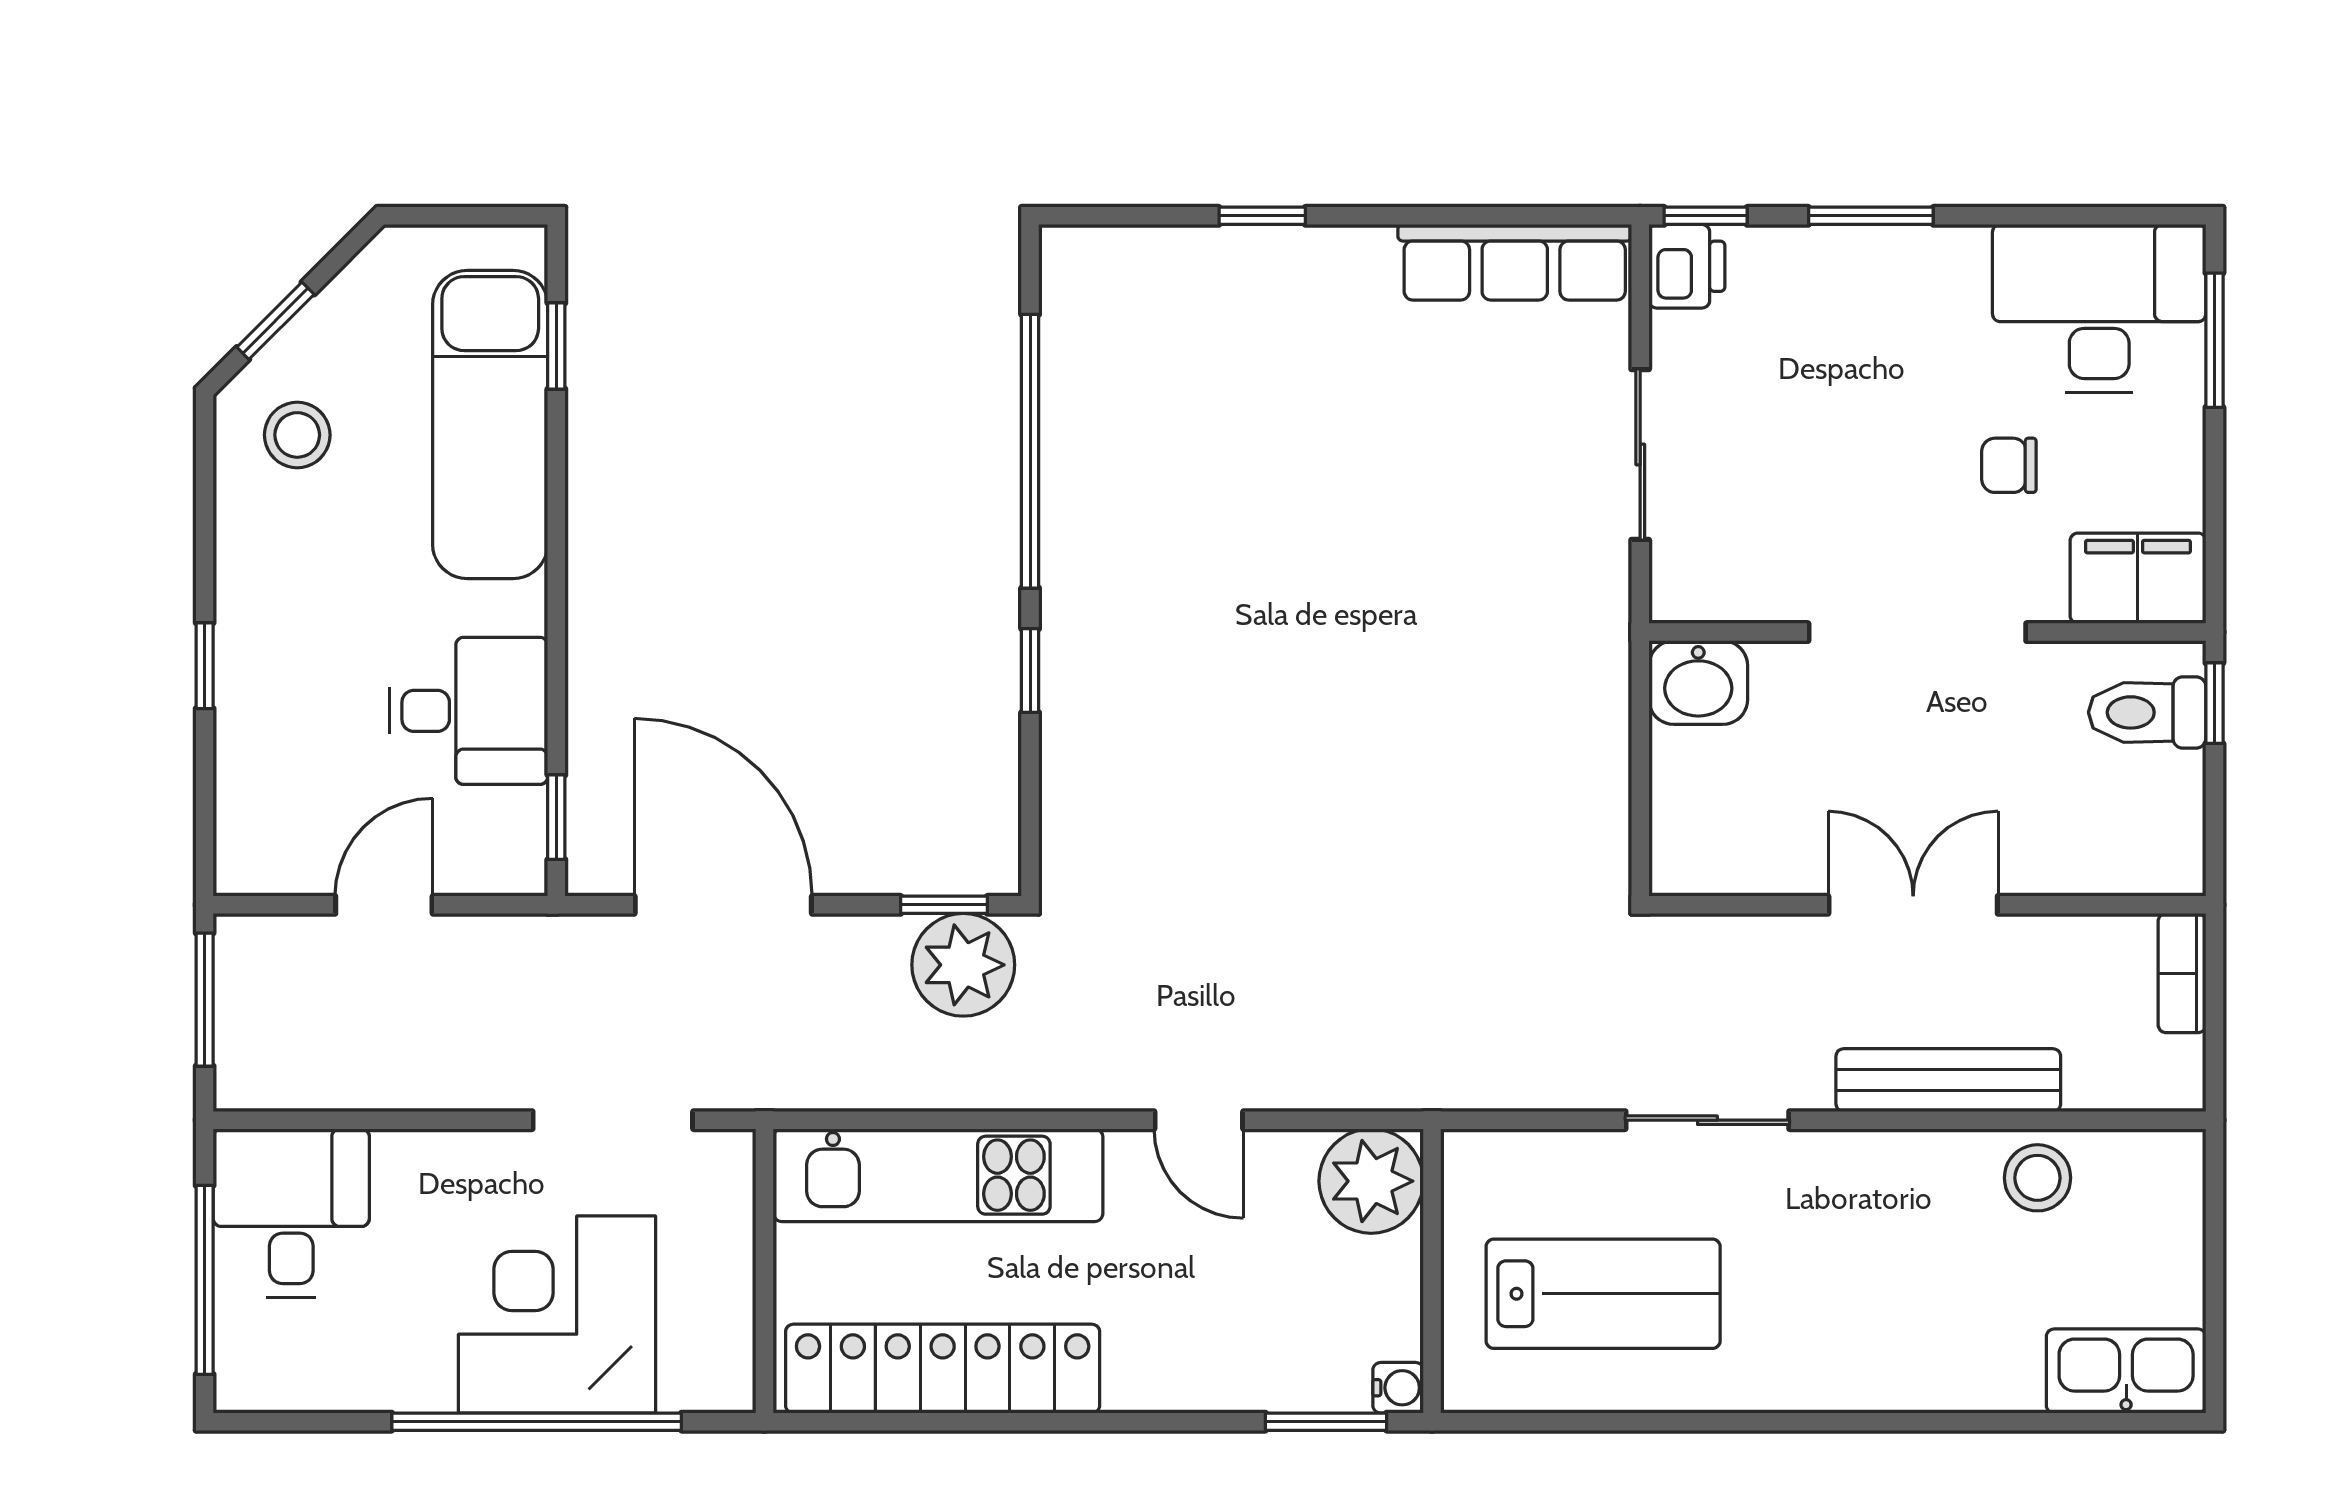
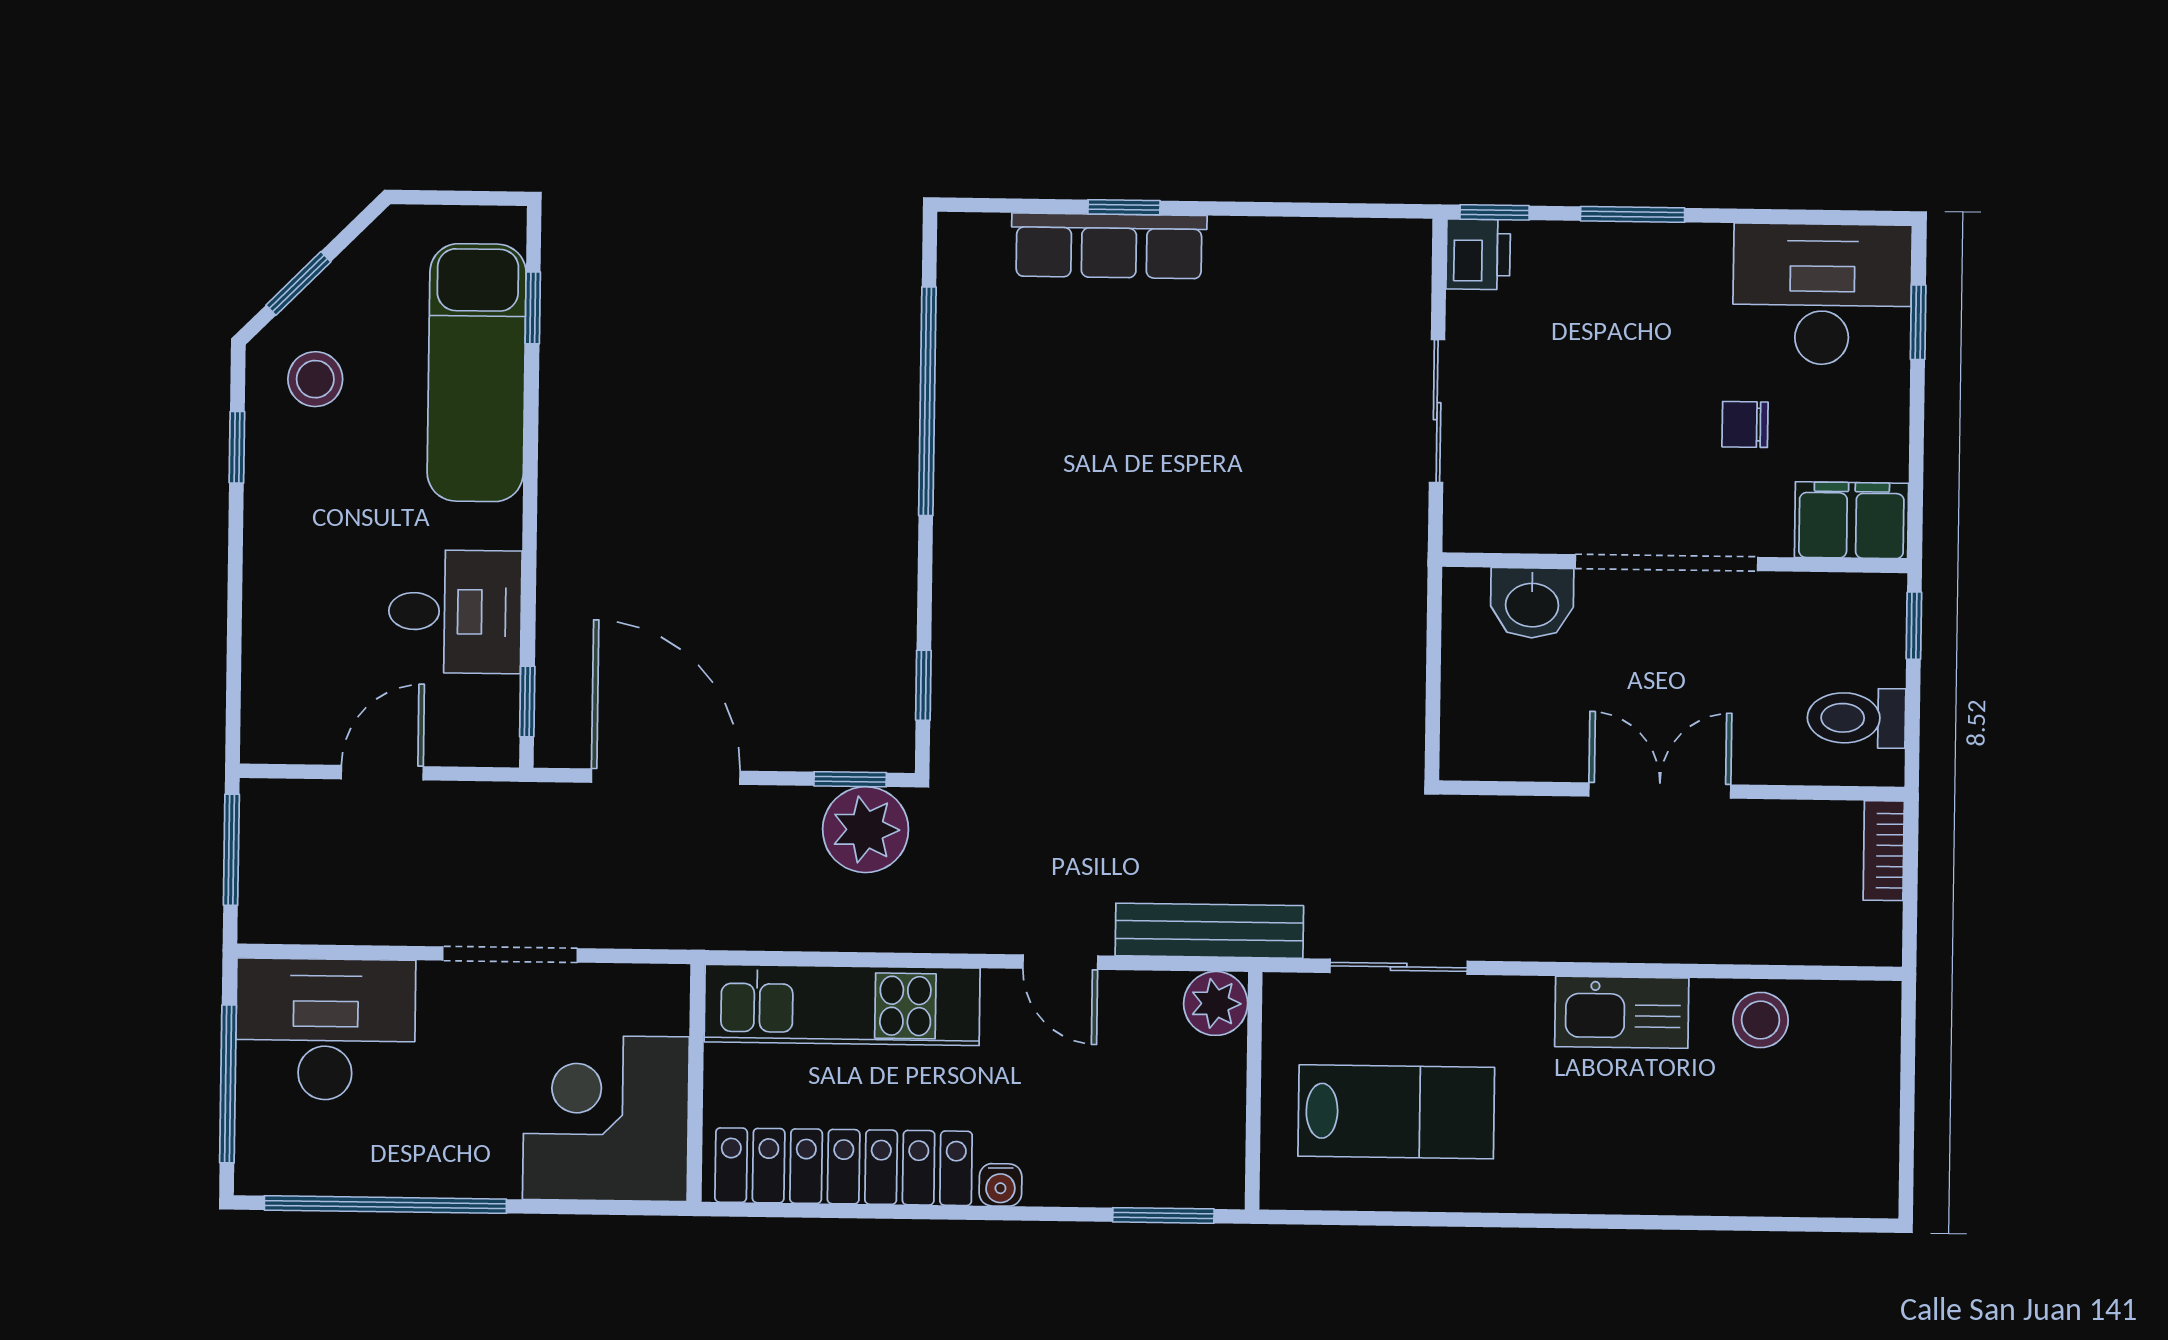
row of seats: (1515, 262) -> (1109, 246), moved
window: (2214, 340) -> (1918, 322), width x0.67
window: (205, 666) -> (237, 447), moved
window: (1030, 671) -> (923, 685), moved
washbasin: (1698, 683) -> (1532, 603), moved
toilet: (2147, 712) -> (1856, 718), moved
bench: (1948, 1080) -> (1209, 931), moved
doorway: (613, 1120) -> (510, 954), moved
sliding door: (1707, 1120) -> (1399, 967), moved
plant: (1371, 1181) -> (1216, 1003), width x0.73, depth x0.73
desk: (291, 1213) -> (325, 1029), width x1.37
corner desk: (557, 1315) -> (606, 1118), moved
kitchen sink: (2126, 1371) -> (1622, 1012), moved, turned 180
water cooler: (1398, 1388) -> (1000, 1185), moved, turned 90
window: (537, 1422) -> (385, 1205), moved

